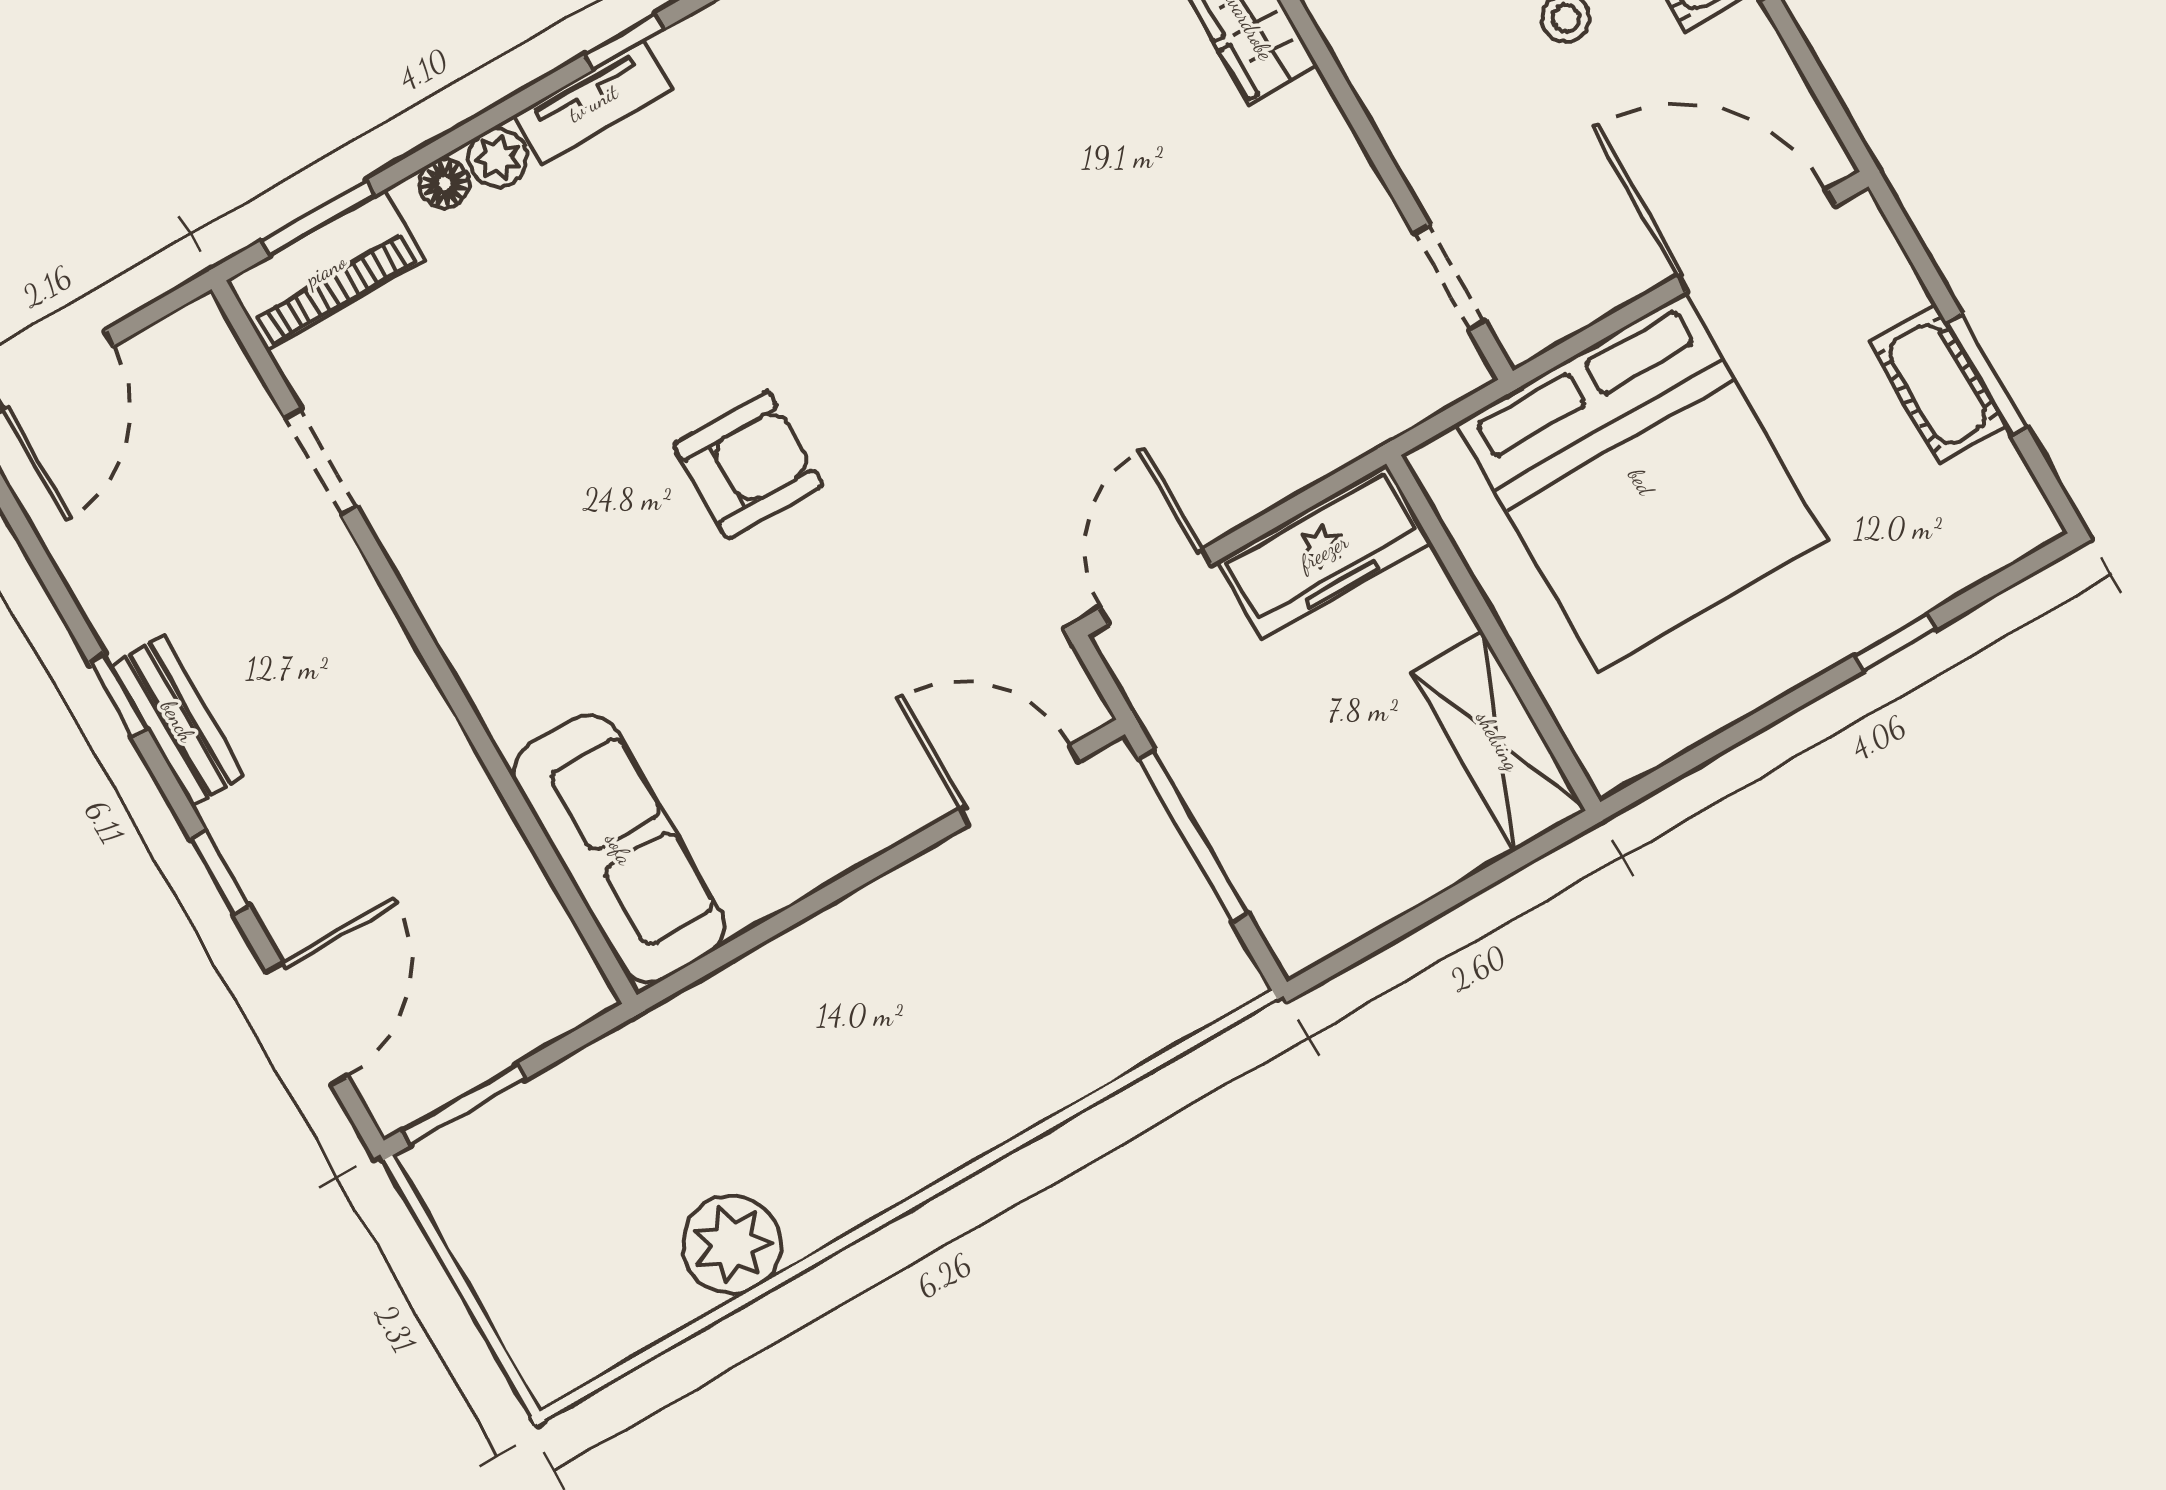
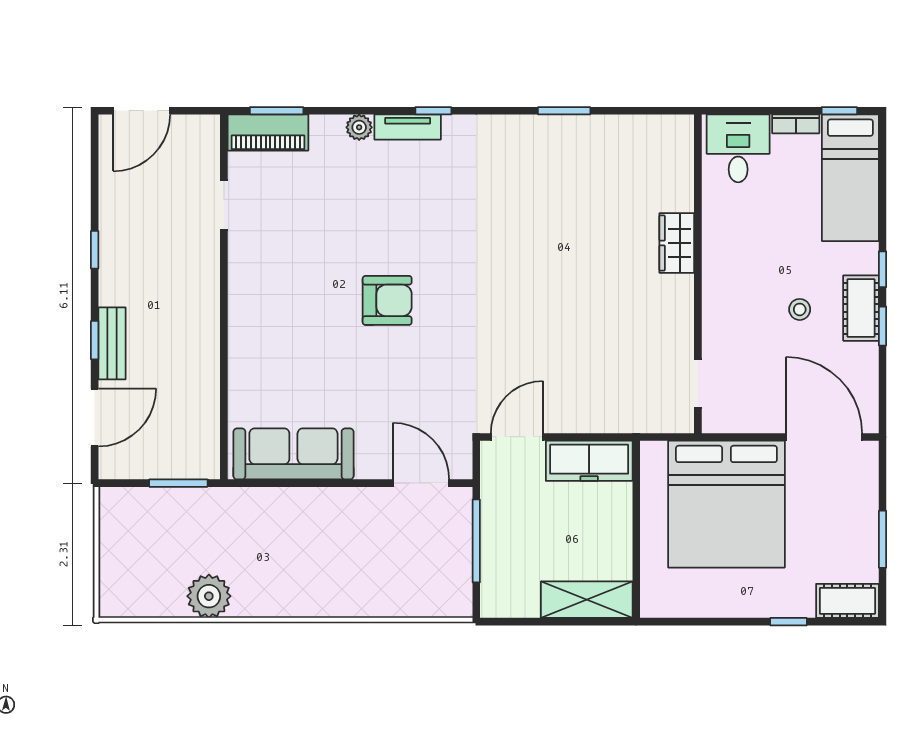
floor lamp: (444, 183) -> (333, 125), removed
cot: (1938, 384) -> (847, 601), moved, turned 90
bench: (178, 721) -> (112, 343), moved
shelving: (1498, 741) -> (587, 600), moved, turned 90
sofa: (619, 849) -> (293, 454), moved, turned -90
window: (463, 1105) -> (178, 483), moved

